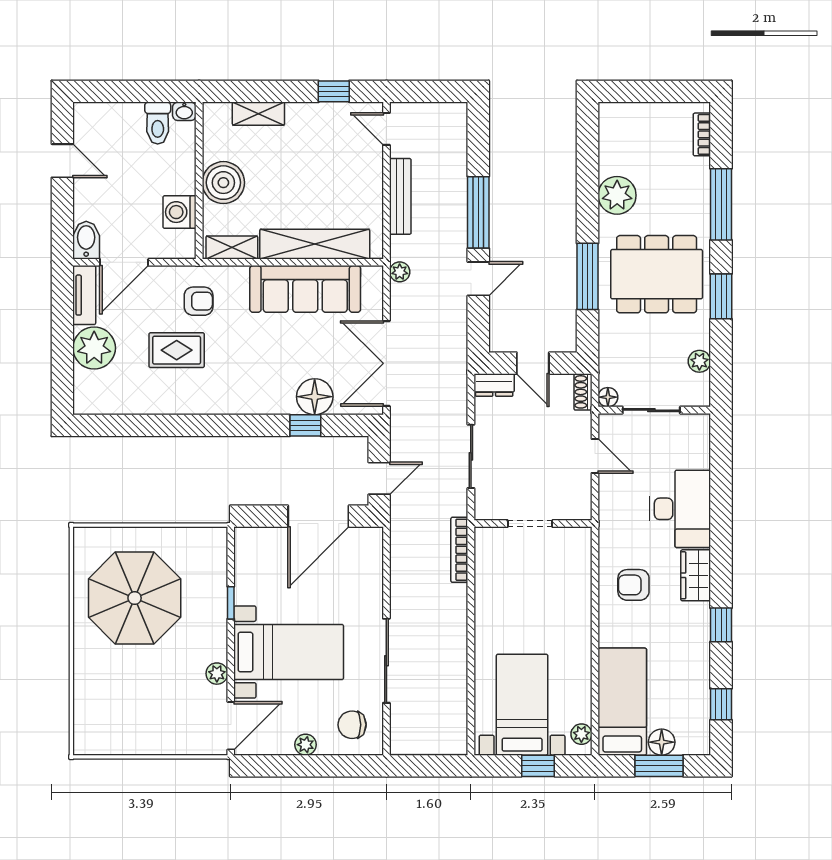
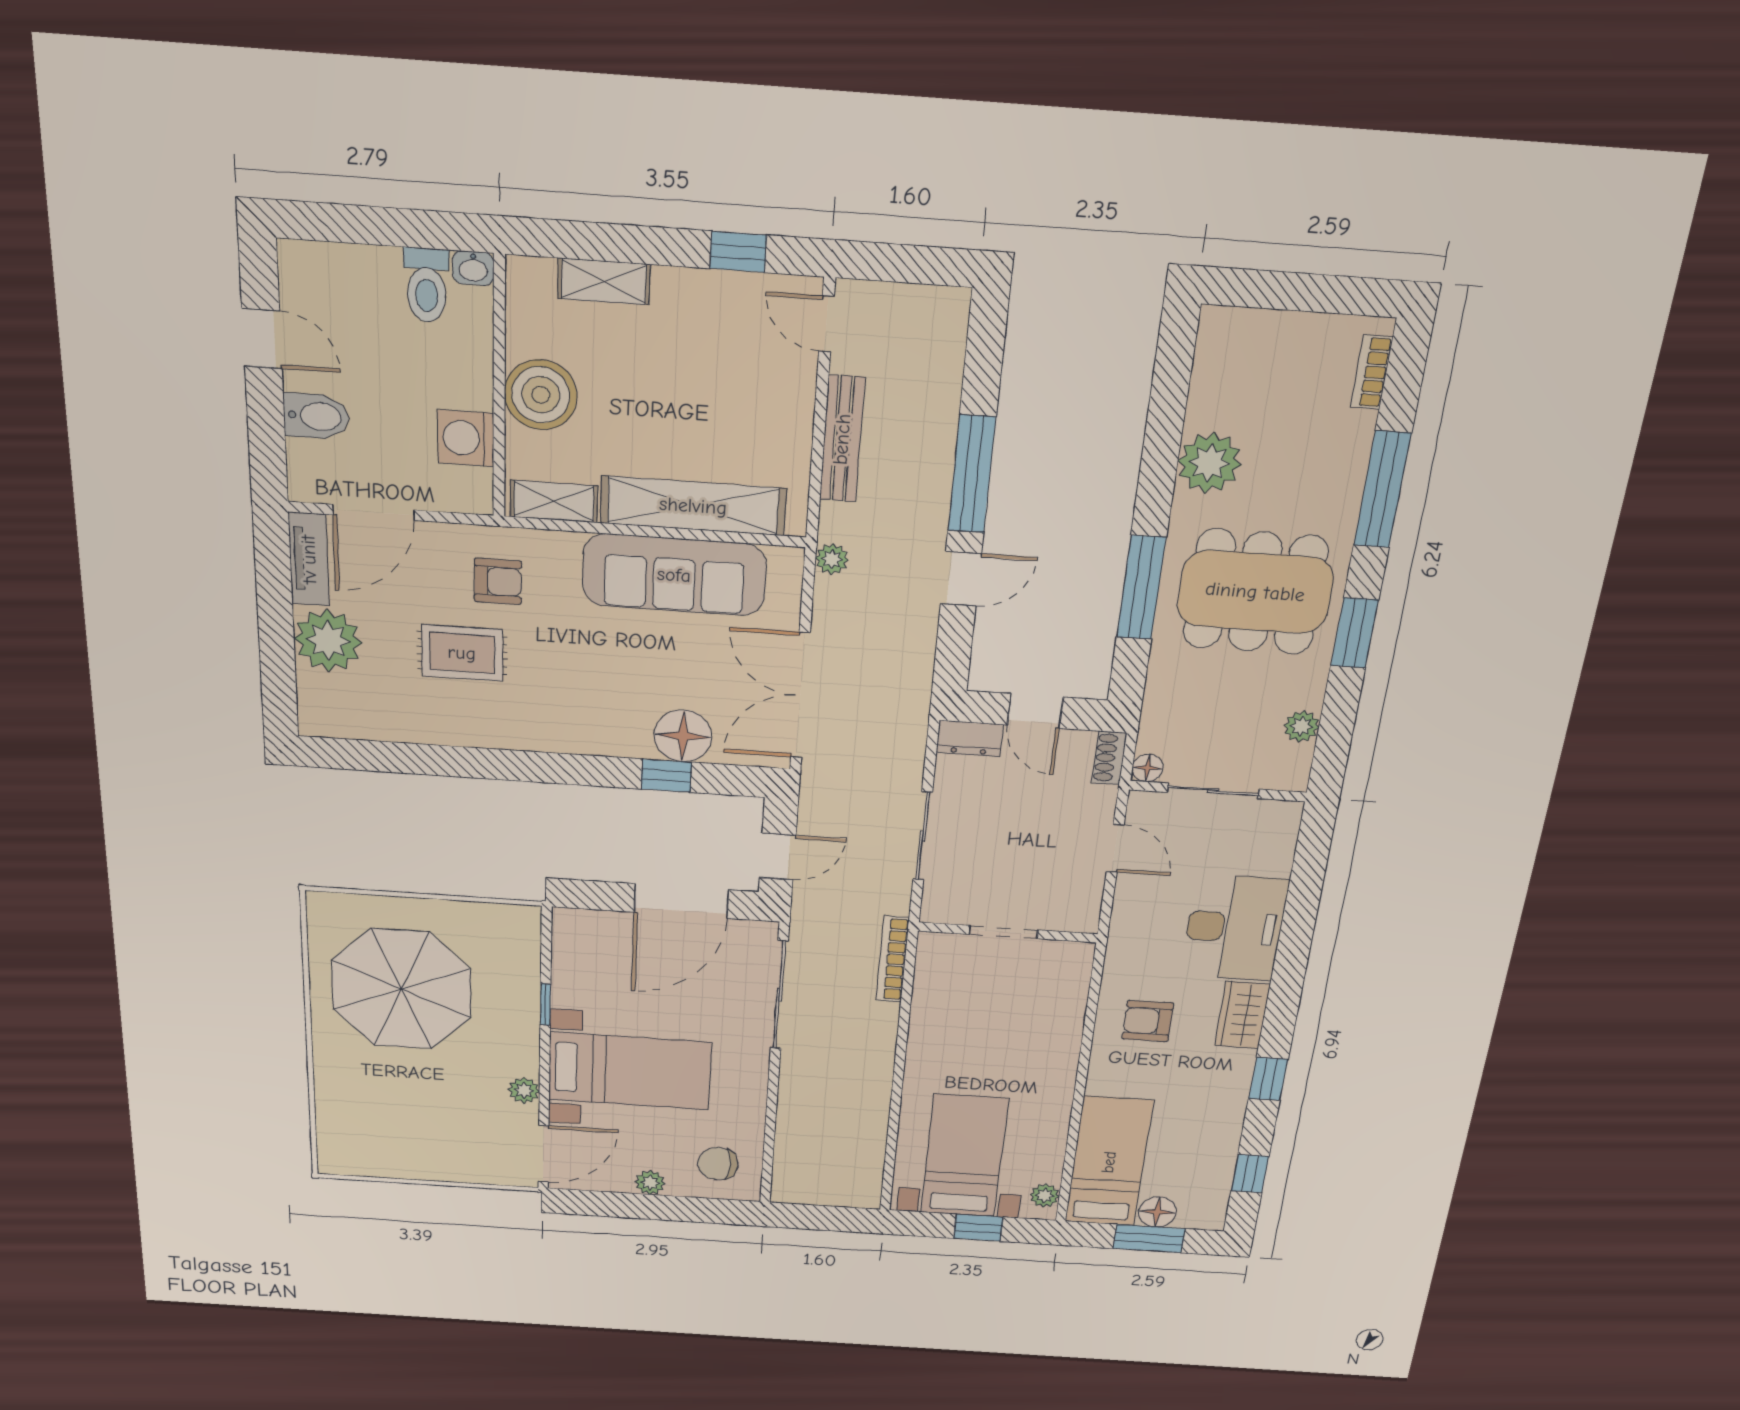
bidet: (86, 240) -> (316, 416), moved, turned 90
sliding door: (386, 661) -> (779, 995), moved

